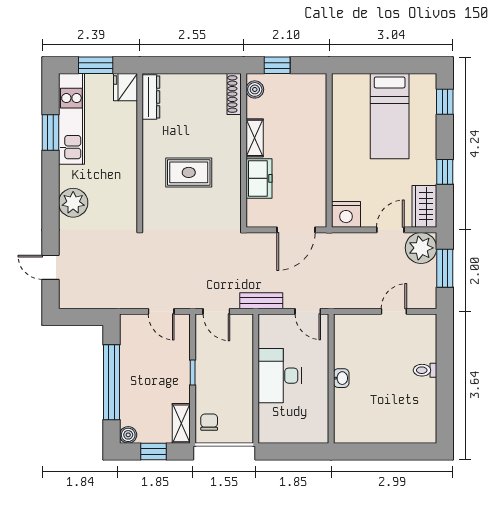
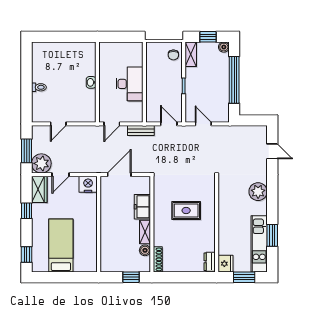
boiler: (255, 89) -> (145, 250), moved
dresser: (151, 97) -> (210, 262), width x0.70
door: (308, 311) -> (112, 124), swing flipped

